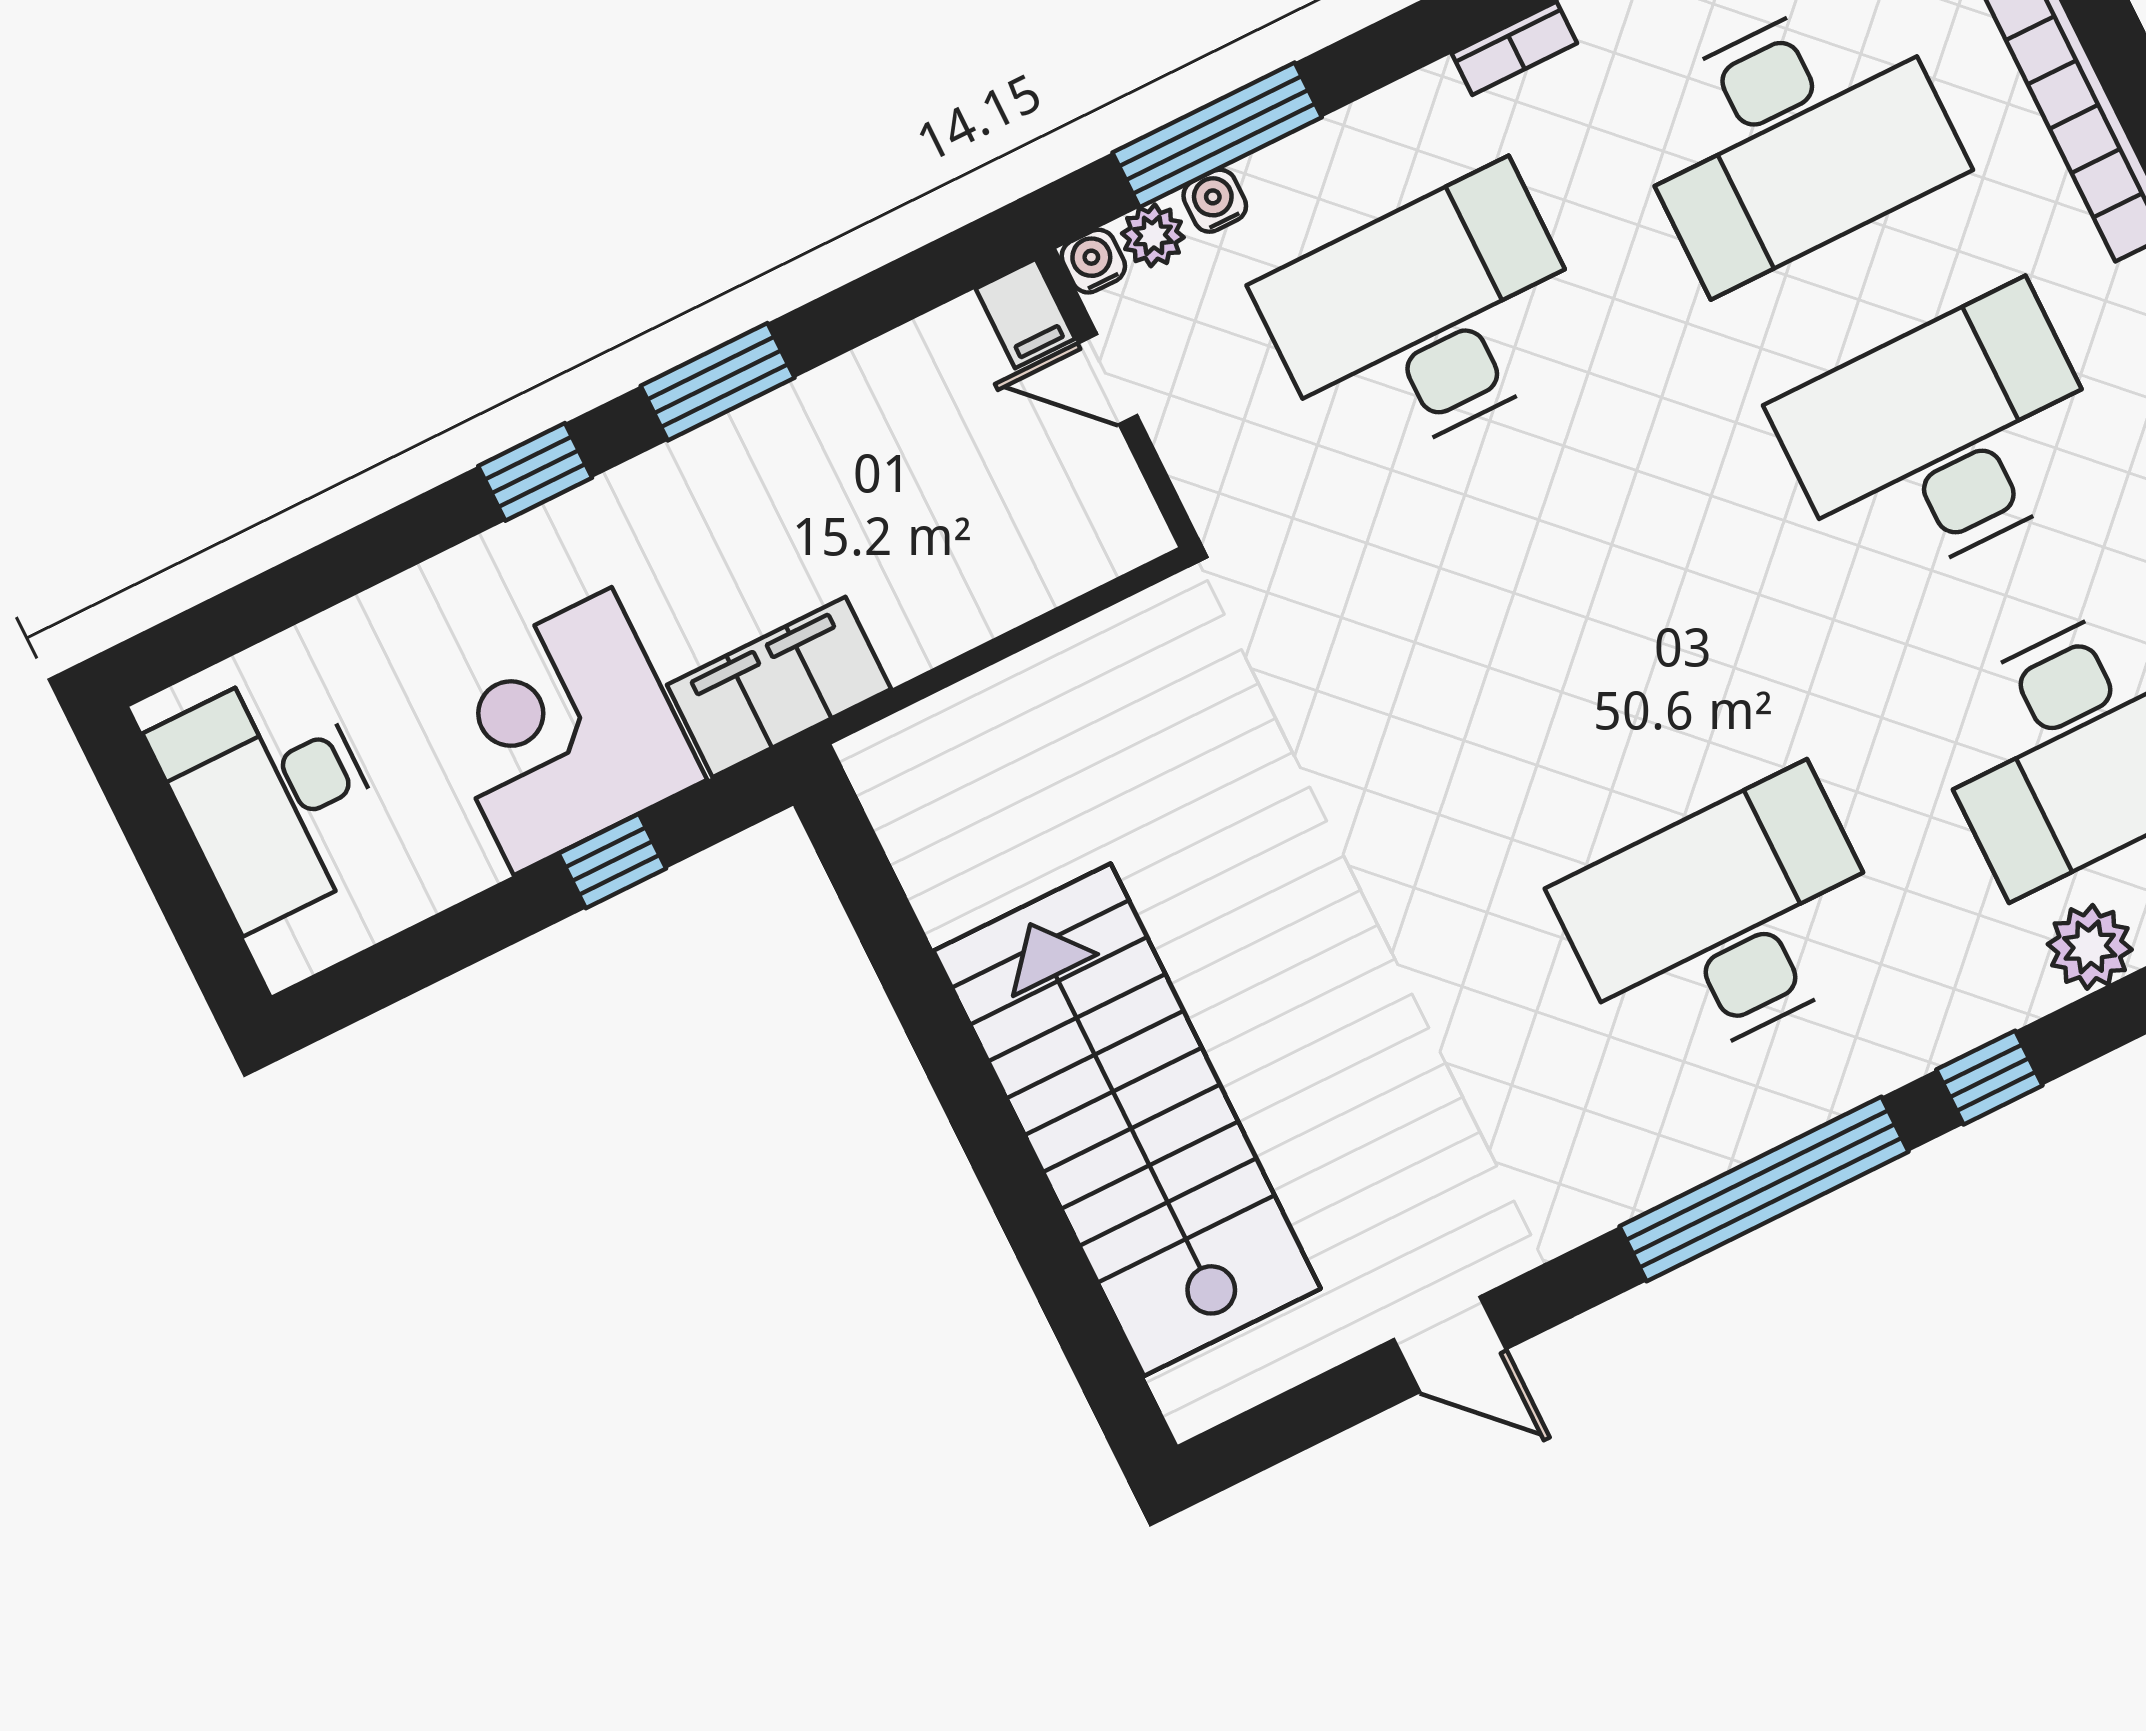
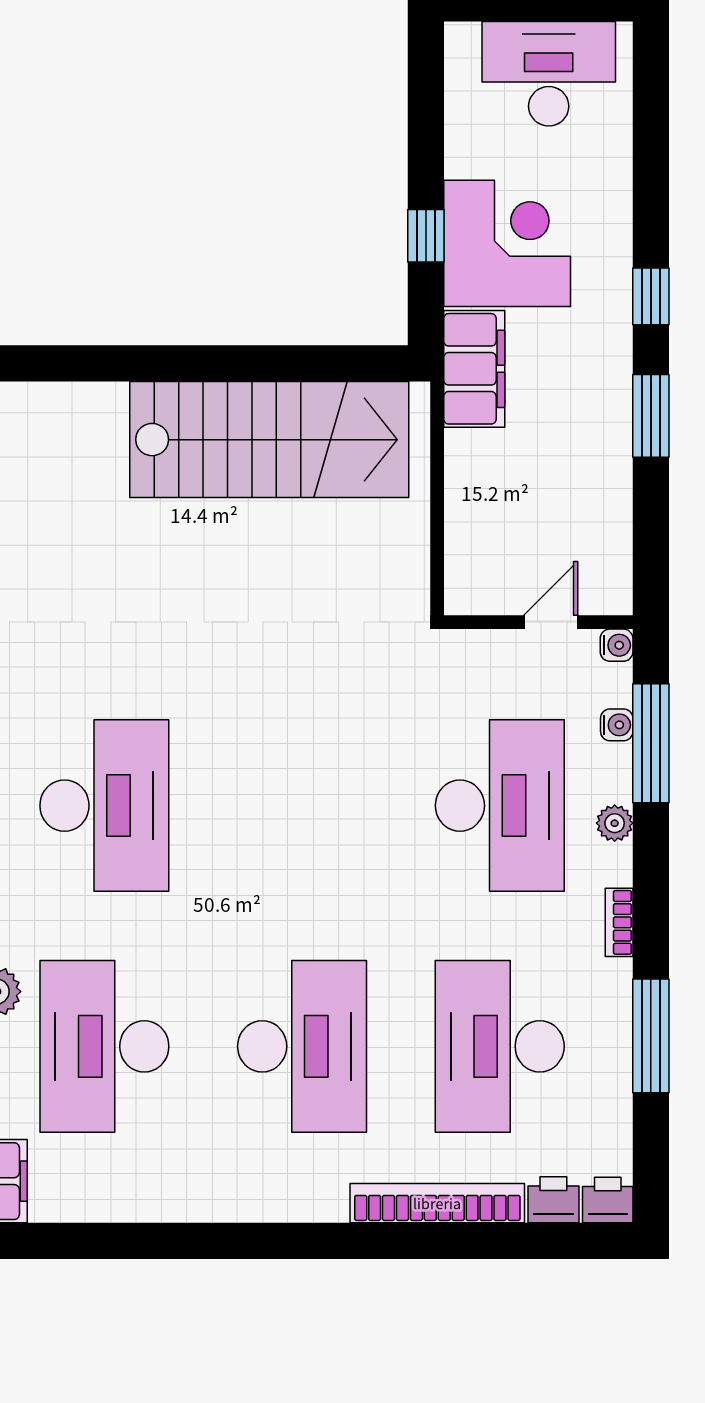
plant: (1153, 235) -> (615, 823), moved
filing cabinet: (1025, 314) -> (607, 596), removed
stairs: (1127, 1120) -> (269, 440), moved

